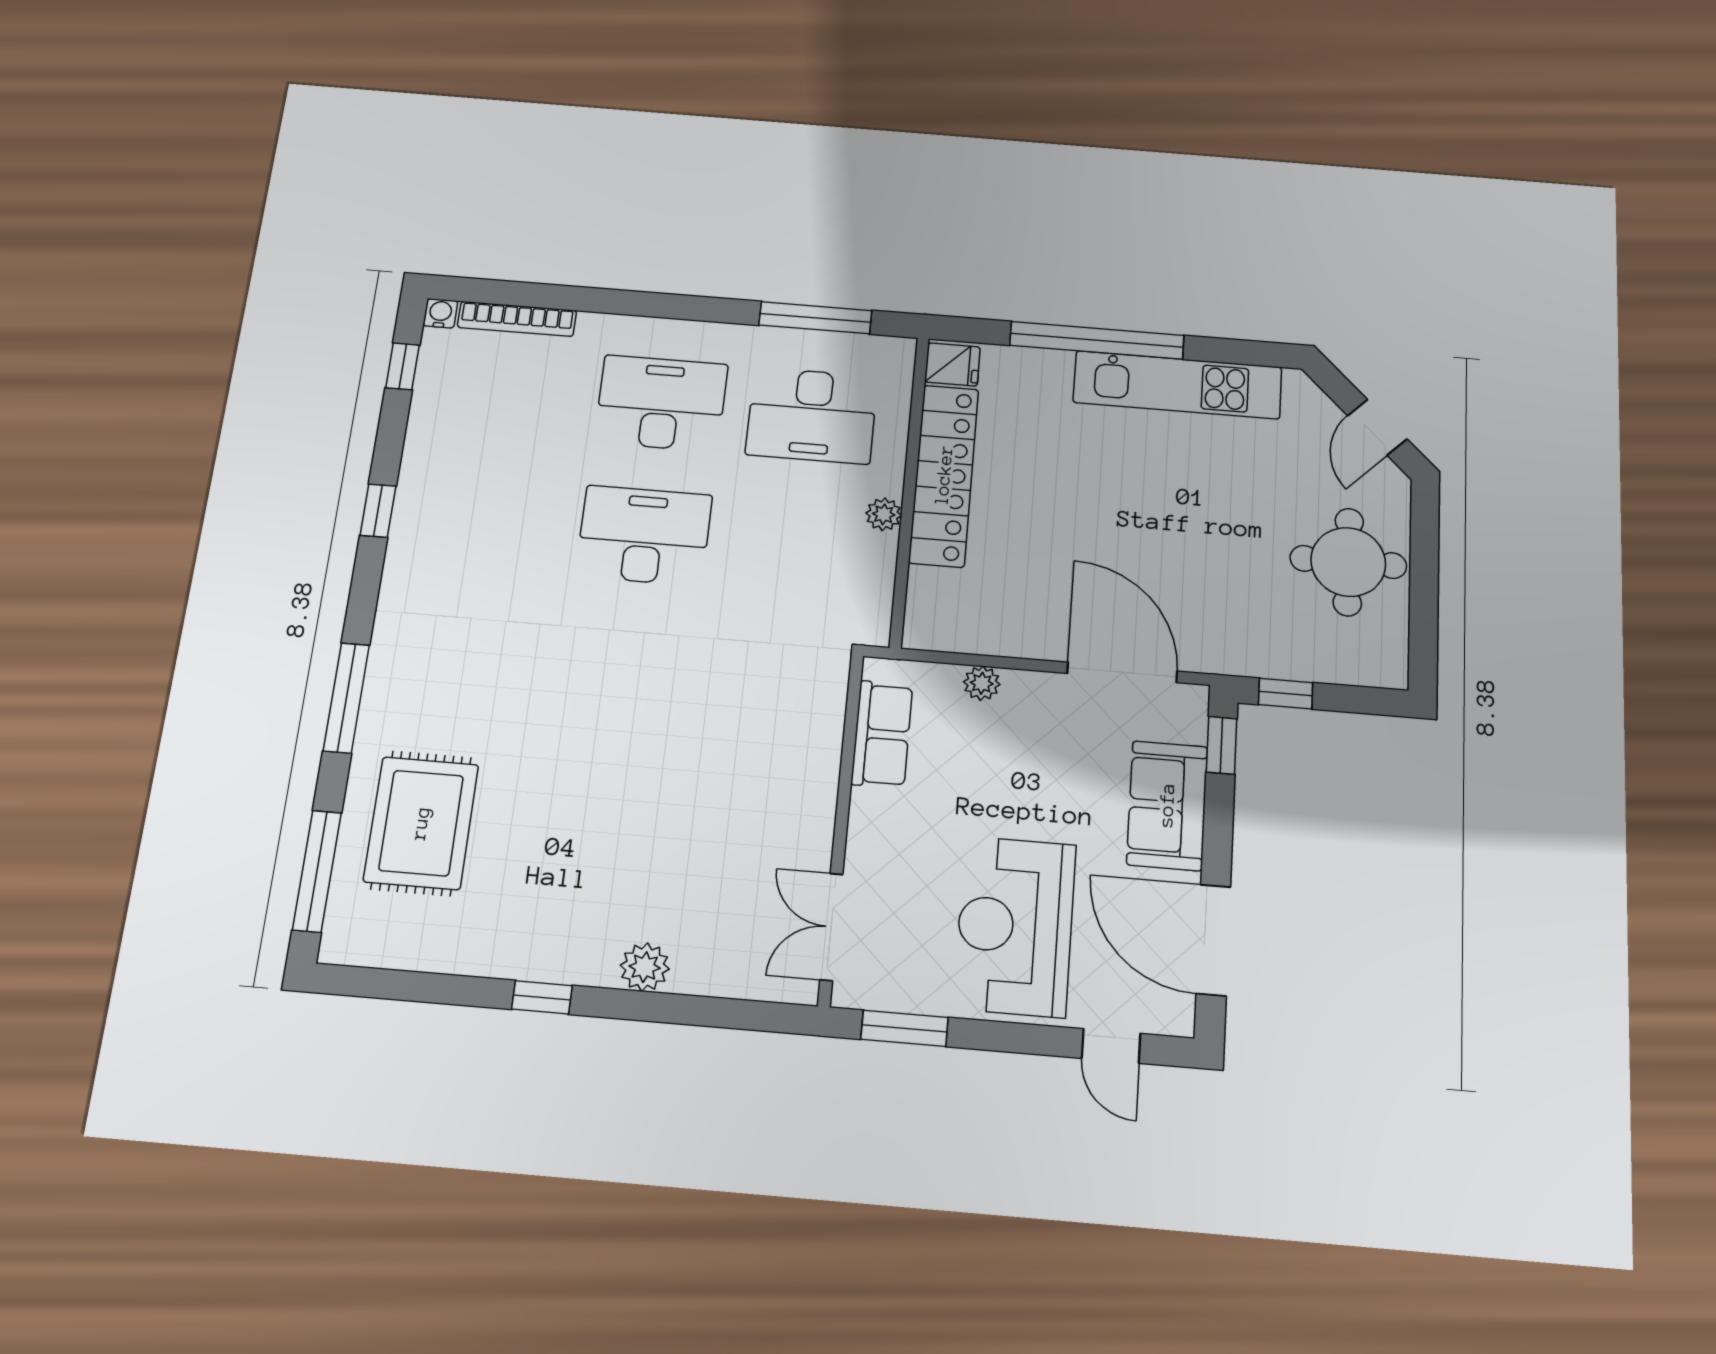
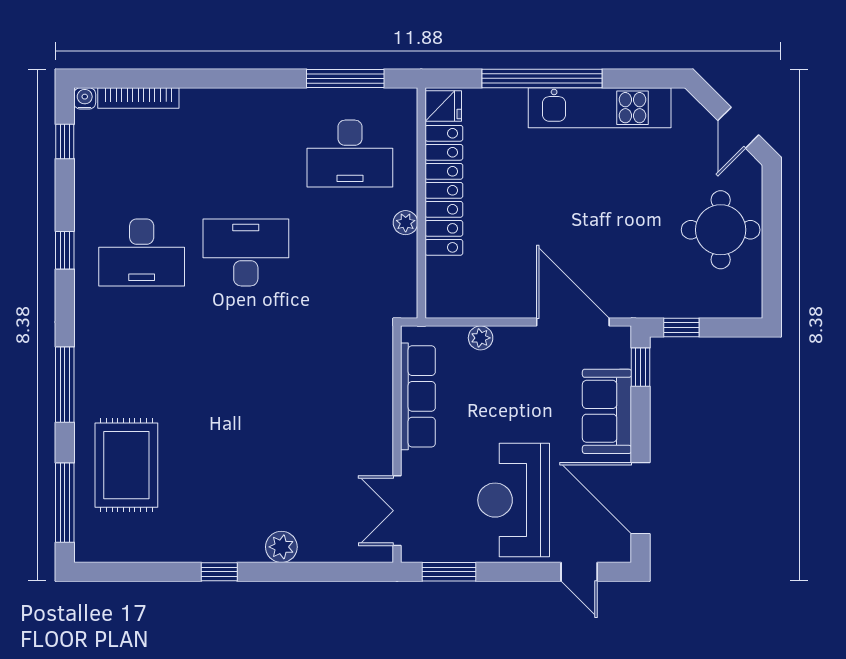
desk: (661, 403) -> (142, 252), moved, turned 180
row of seats: (882, 734) -> (418, 396), width x1.48

